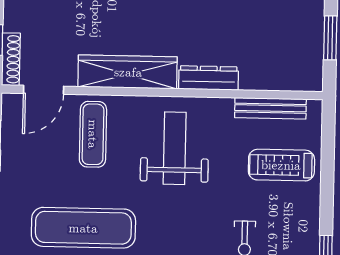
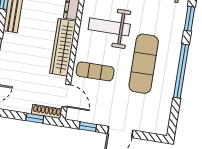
exercise mat: (83, 228) -> (144, 64), moved

